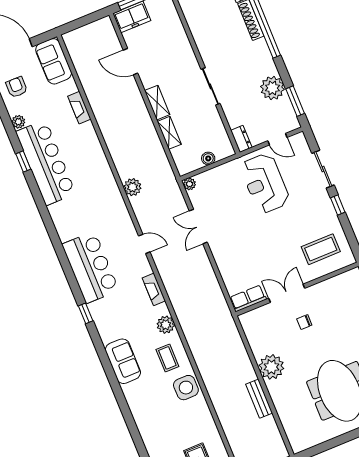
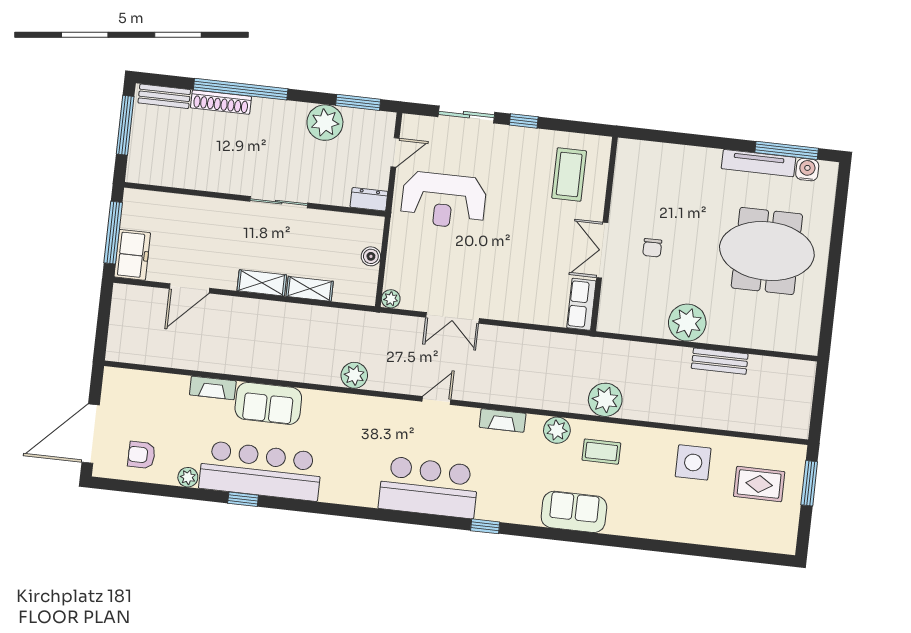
sofa: (54, 61) -> (268, 403), moved
plant: (199, 343) -> (605, 400), added
side table: (186, 388) -> (693, 462), moved

